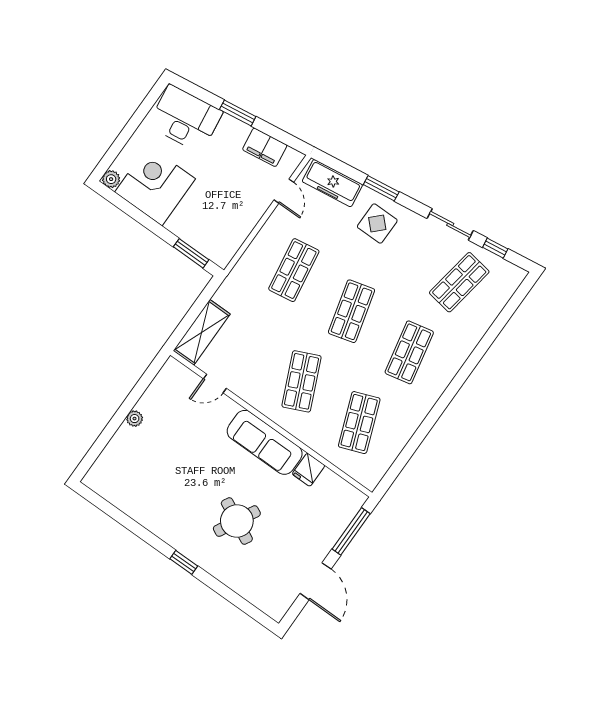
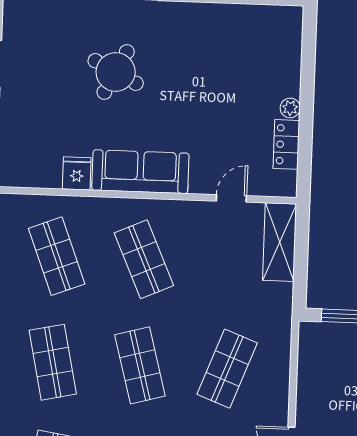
shop shelf: (294, 270) -> (227, 369), turned 30
locker: (153, 396) -> (286, 144), added

